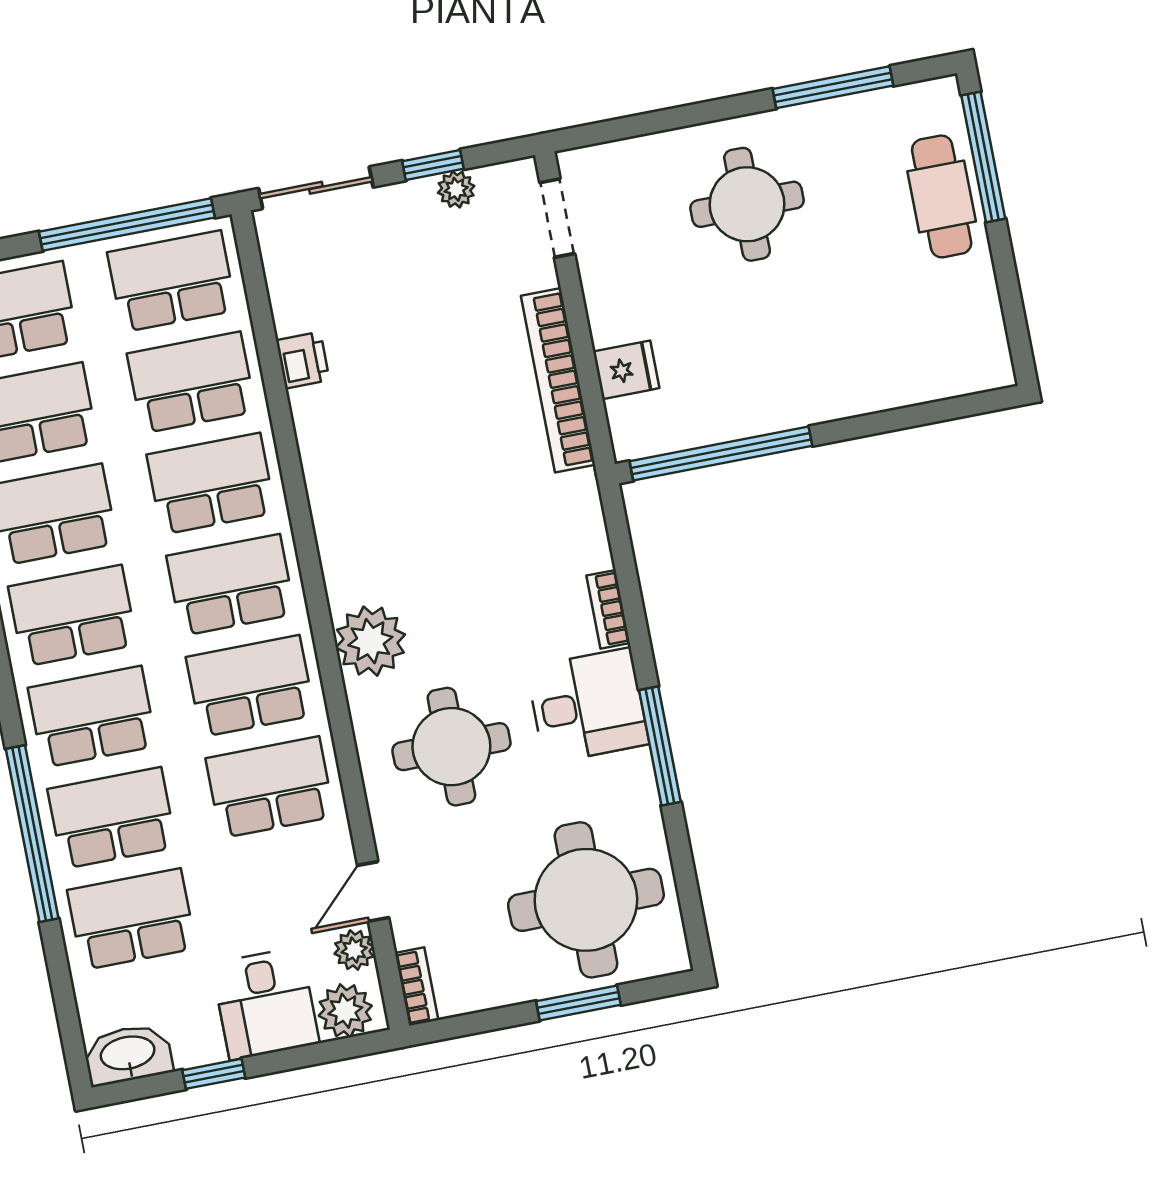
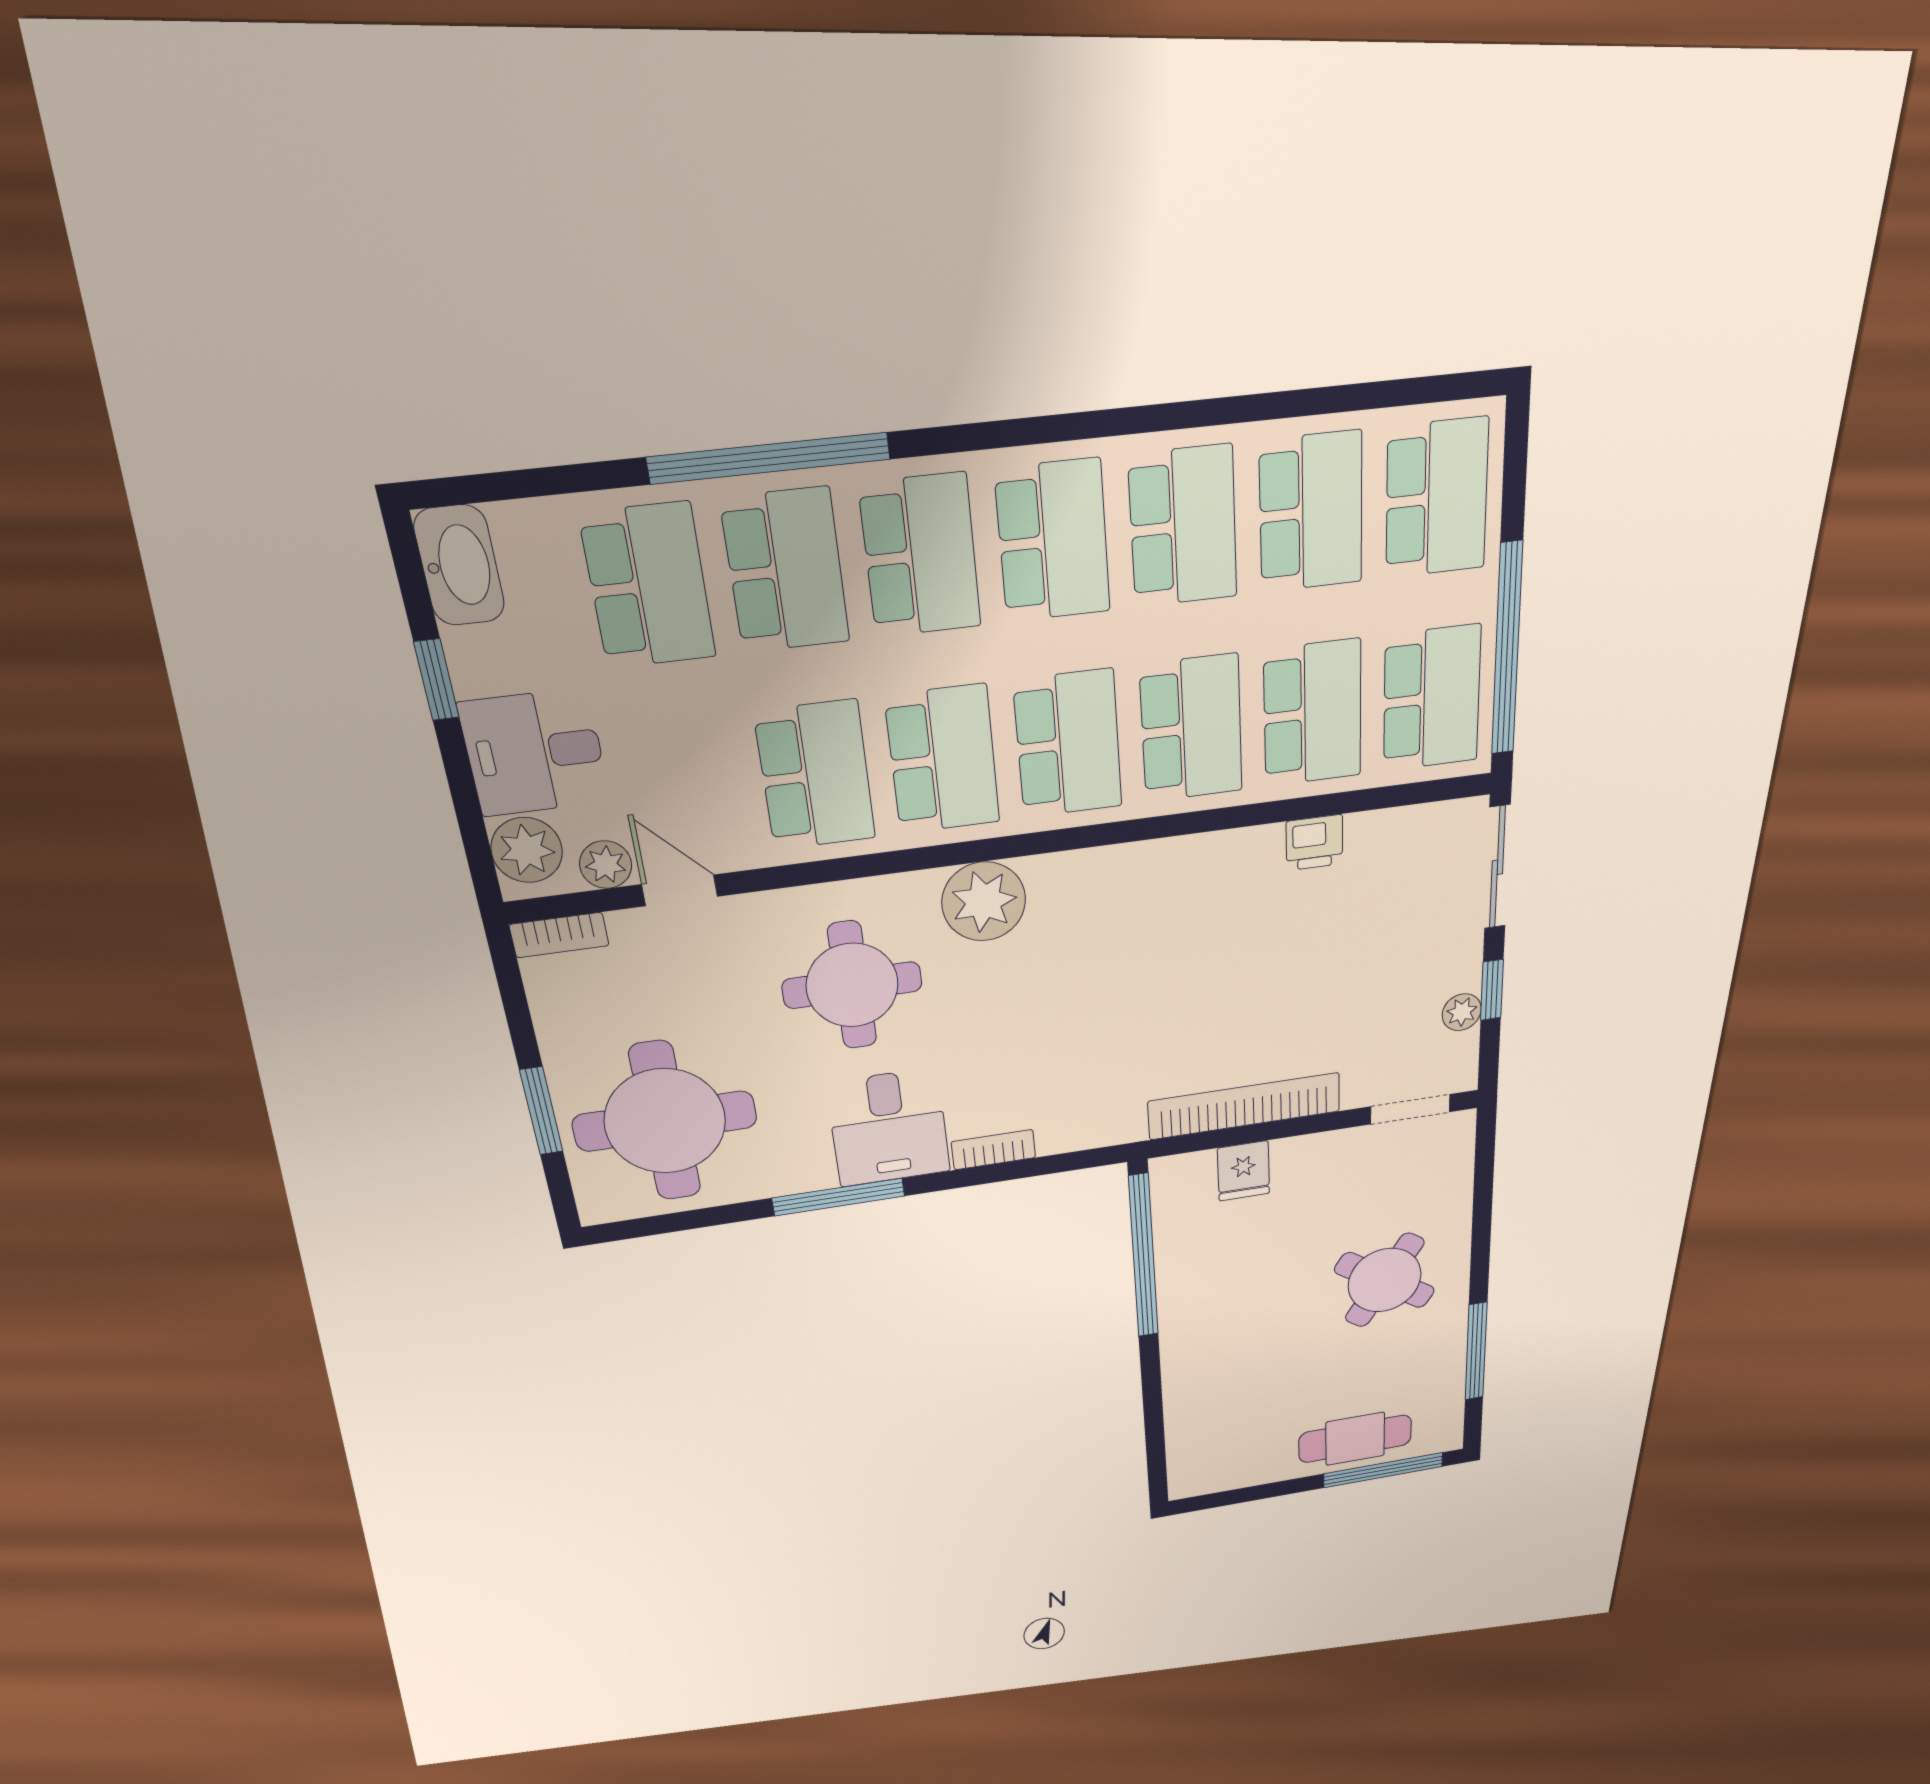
round table: (747, 204) -> (1385, 1280), turned 34

